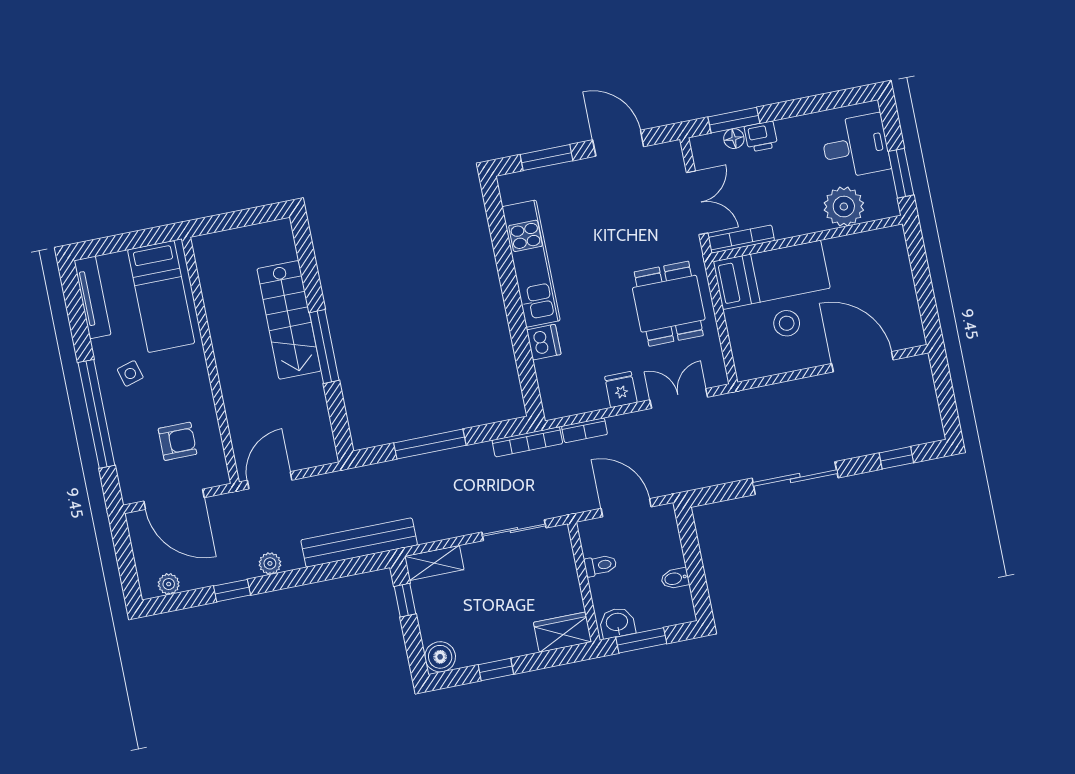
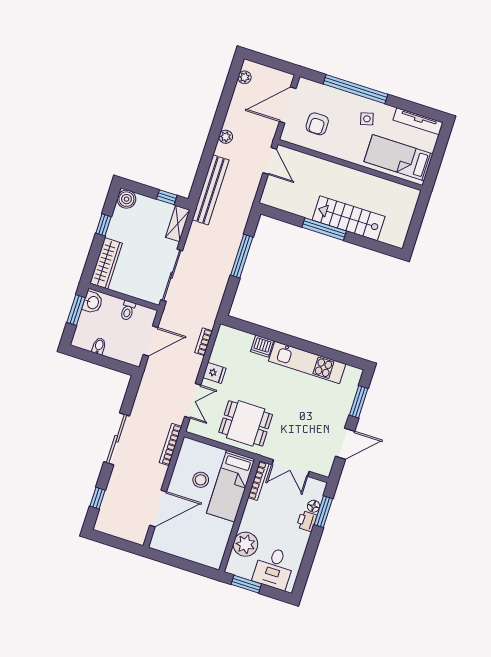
bookcase: (527, 442) -> (171, 445), moved
sliding door: (514, 530) -> (172, 275), width x1.37
window: (232, 591) -> (223, 109), removed
wardrobe: (562, 632) -> (106, 263), width x1.50

